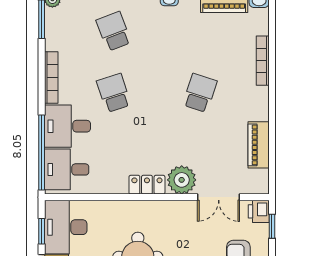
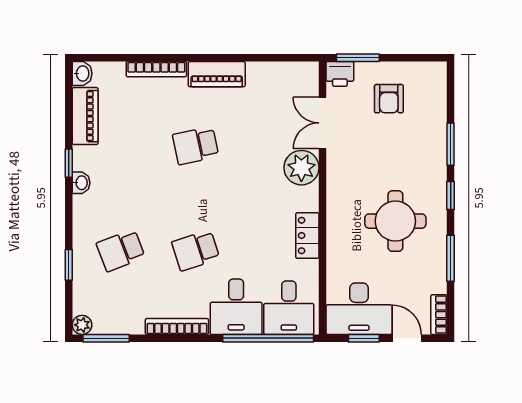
school desk: (200, 93) -> (196, 146), turned -30
piano: (259, 145) -> (217, 74), moved
locker: (147, 185) -> (307, 236), moved
double door: (219, 197) -> (323, 123), swing flipped
window: (272, 226) -> (358, 58), width x1.50

